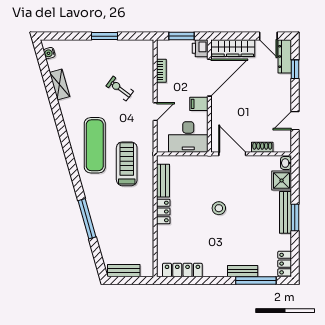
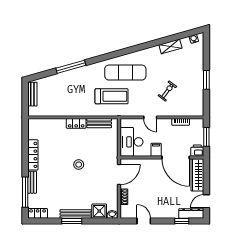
locker: (182, 270) -> (33, 155), moved

